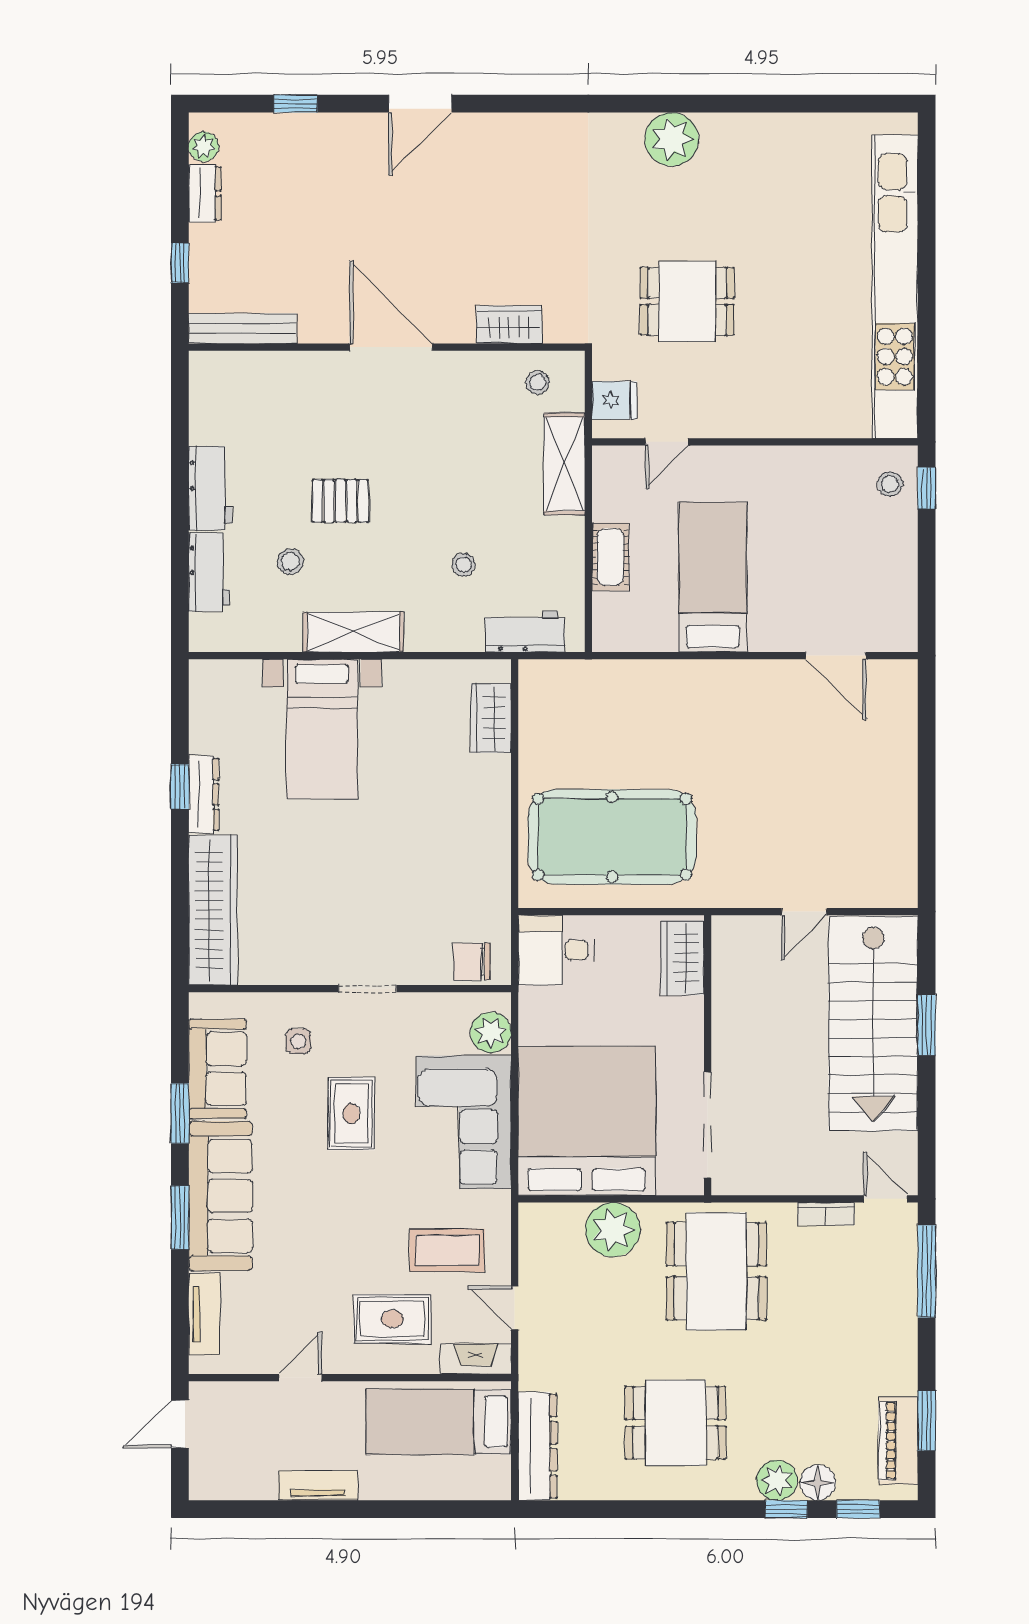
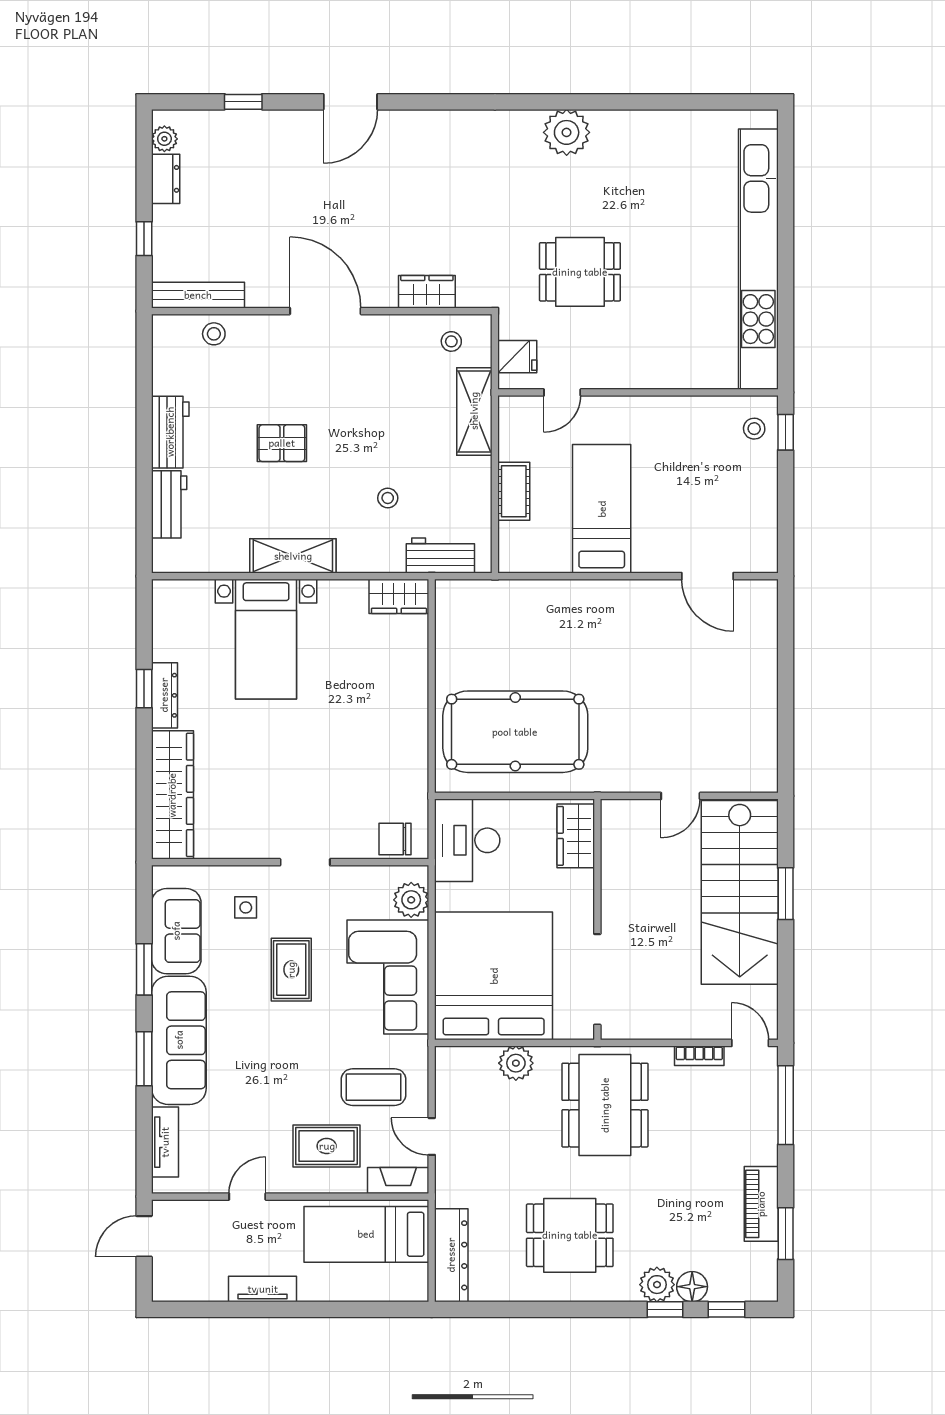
stool: (290, 562) -> (214, 334), moved
wardrobe: (491, 718) -> (399, 596), moved, turned -90
desk: (556, 950) -> (467, 840), width x1.37
plant: (613, 1230) -> (516, 1063), width x0.73, depth x0.73
piano: (898, 1441) -> (761, 1204), moved

